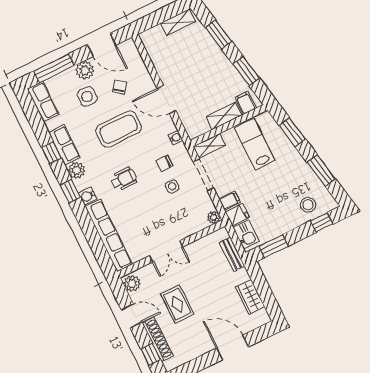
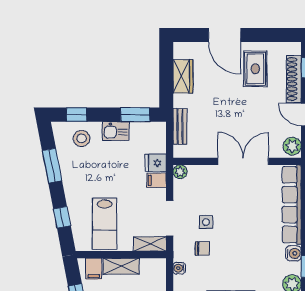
window: (292, 132) -> (62, 217), width x0.67
wheelchair: (124, 179) -> (250, 253), removed
kitchen sink: (246, 234) -> (116, 131), moved, turned -90
double door: (166, 251) -> (243, 161), width x1.37
rug: (177, 304) -> (255, 69), moved

